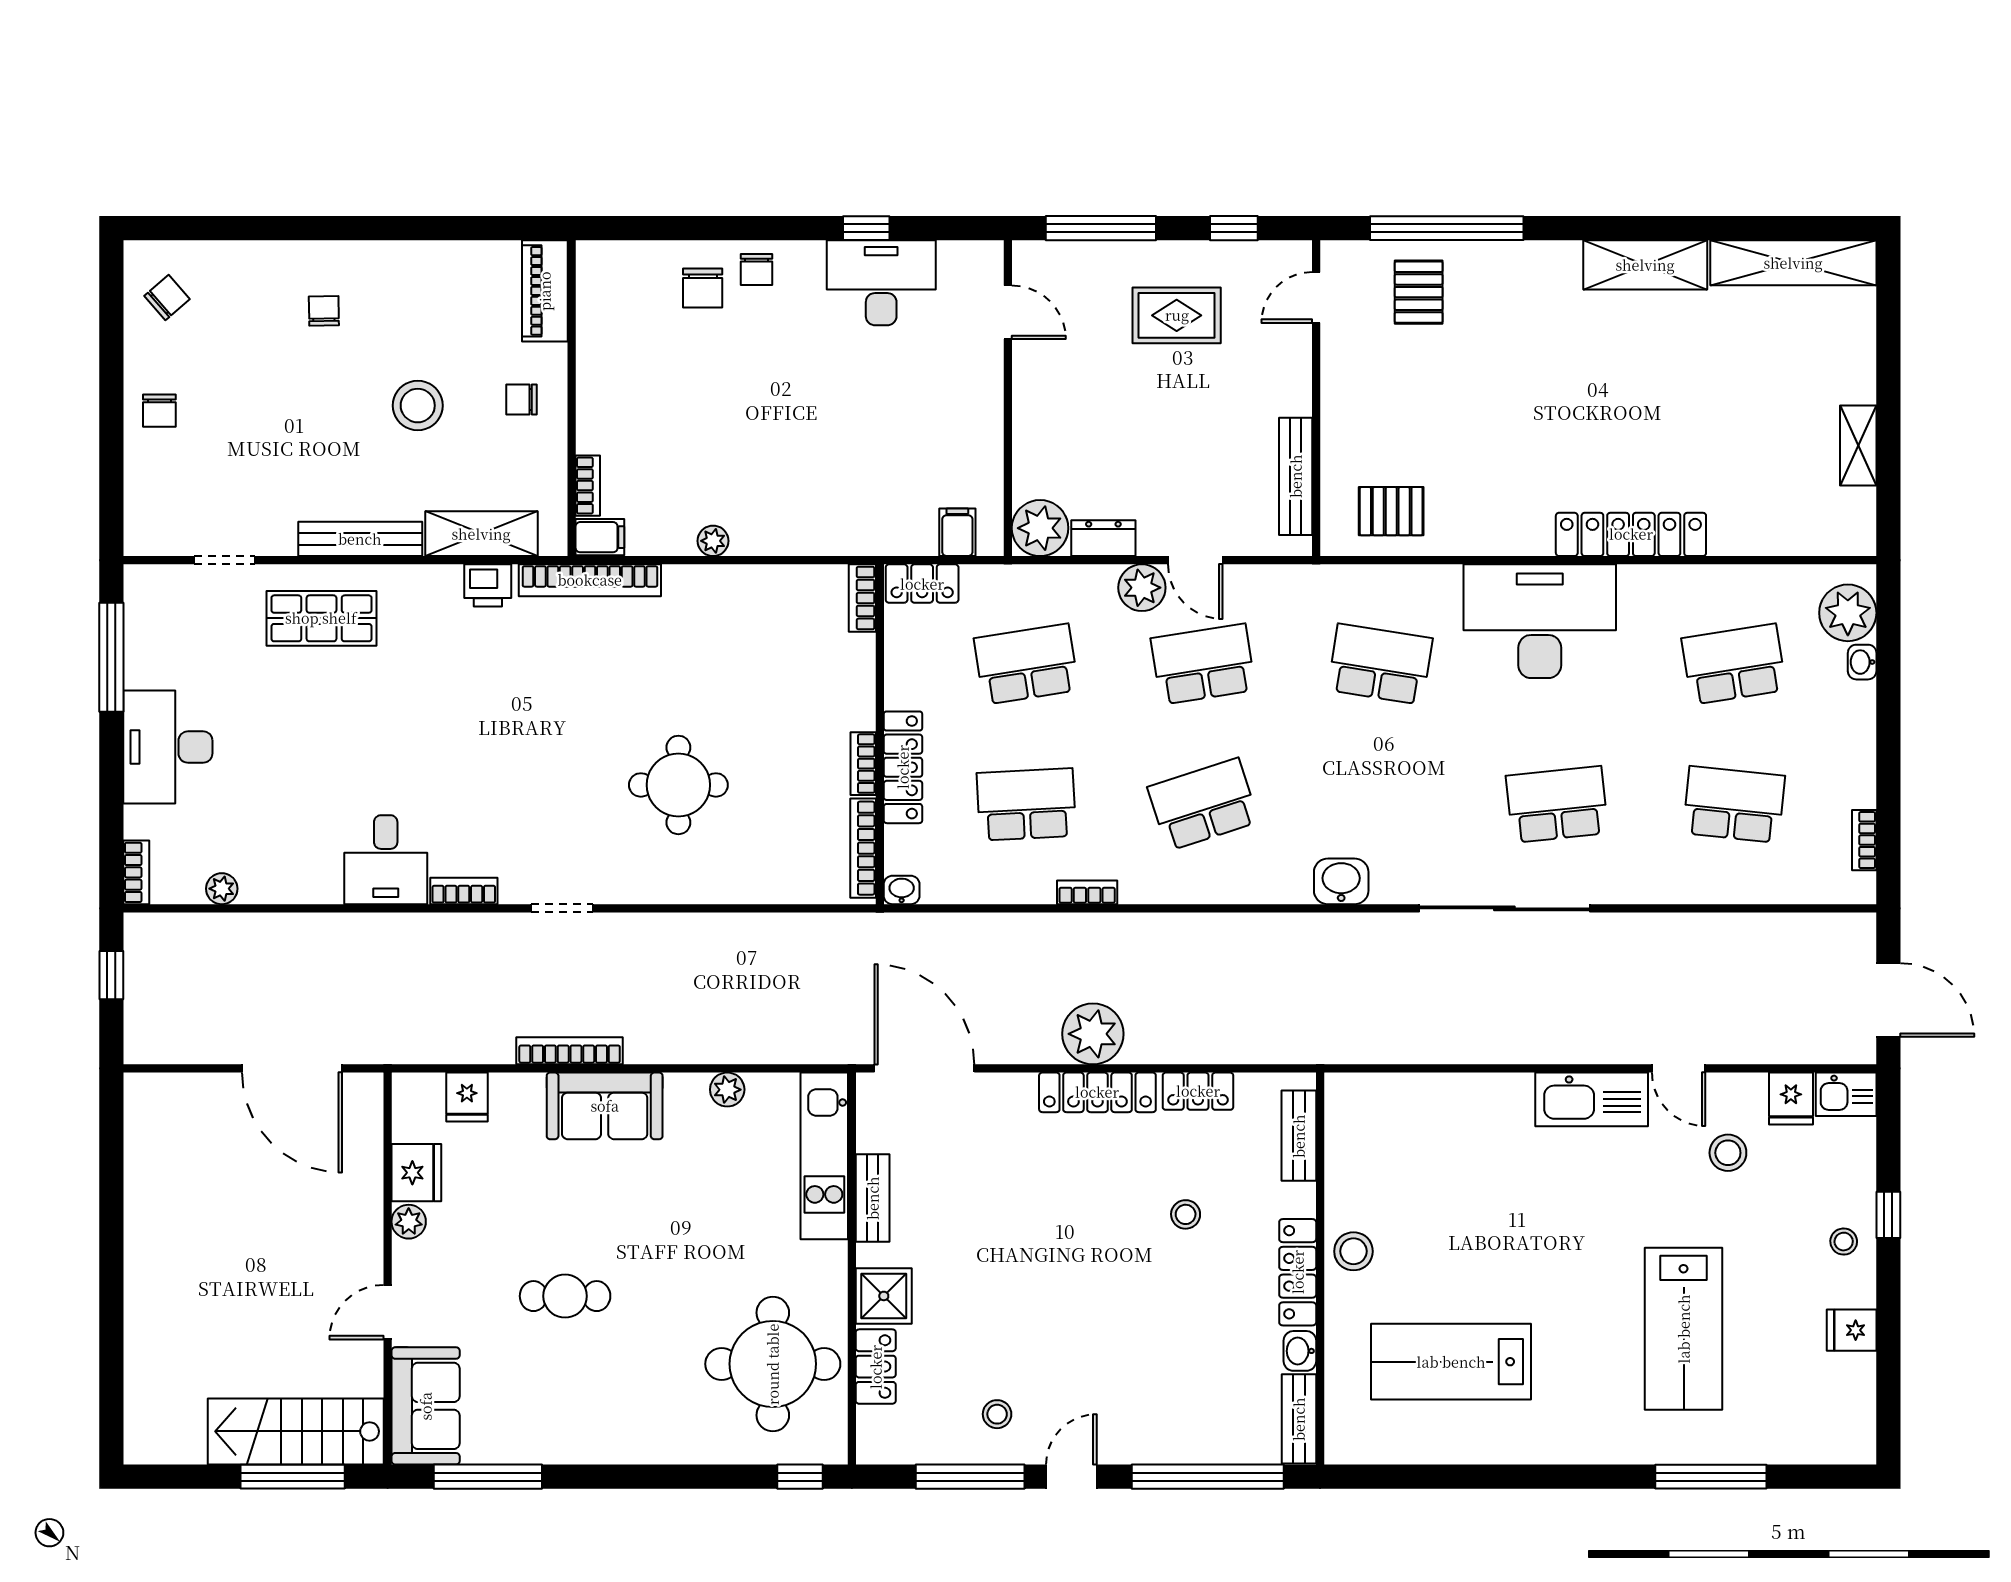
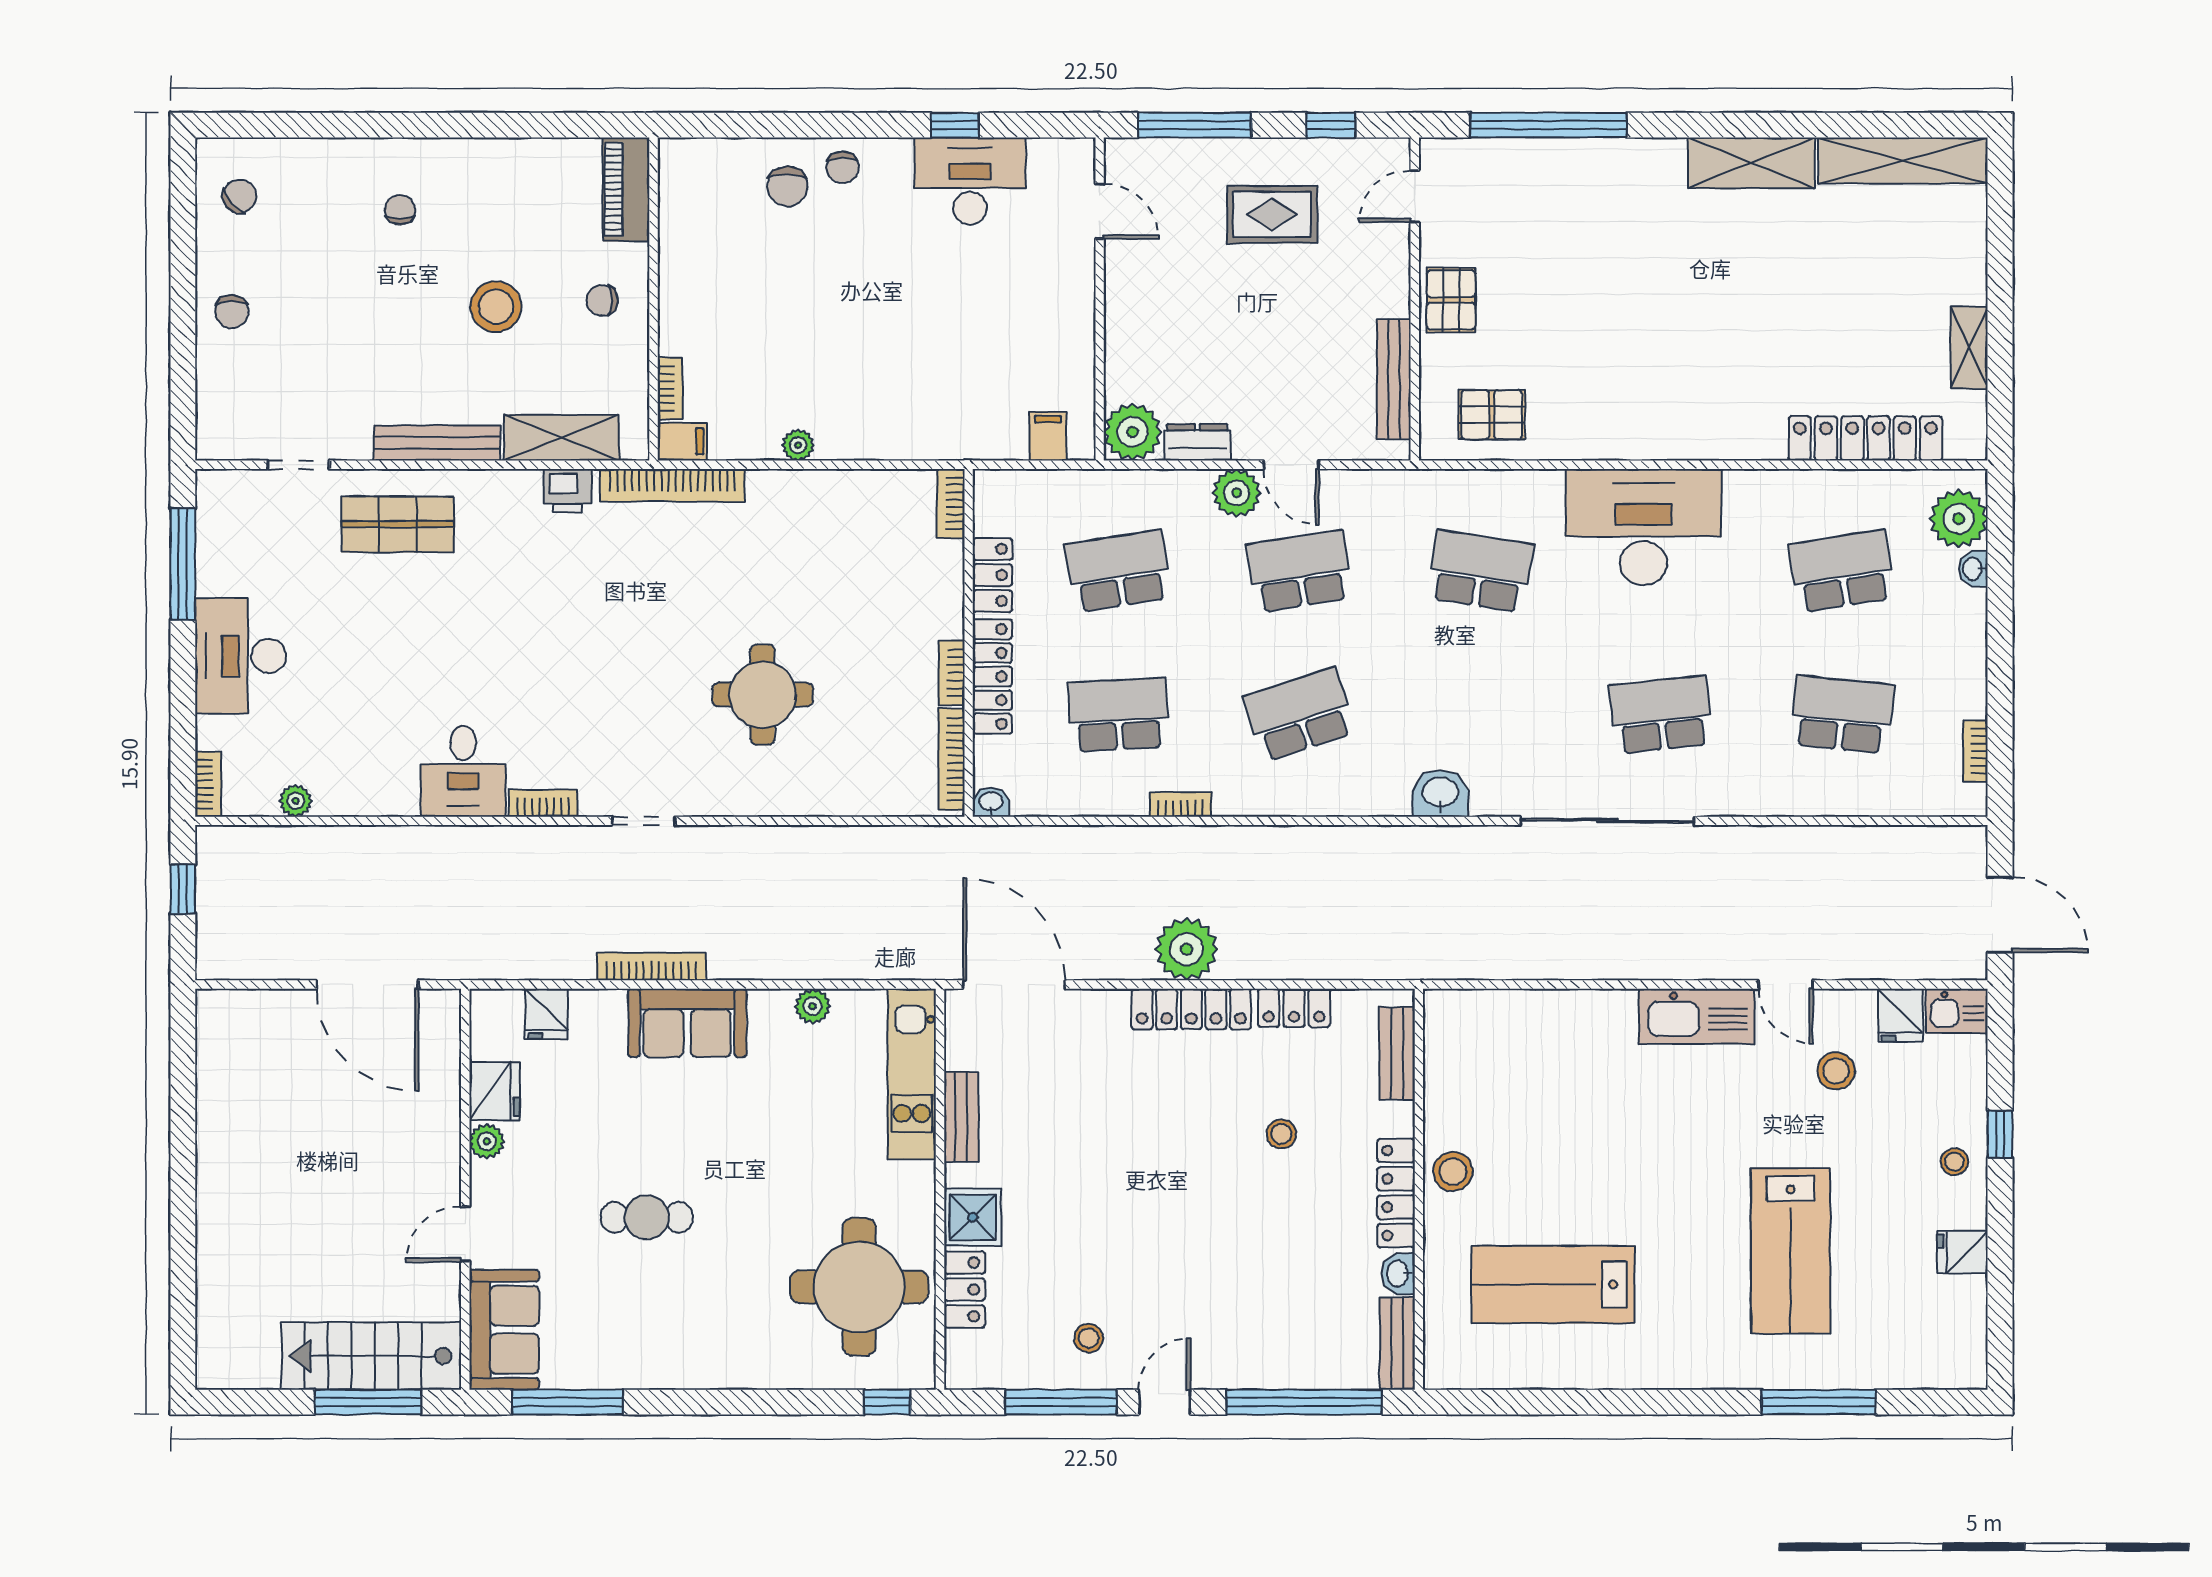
pallet: (1419, 292) -> (1451, 300), moved
locker: (1631, 534) -> (1865, 438), moved
locker: (922, 584) -> (993, 575), moved, turned -90

